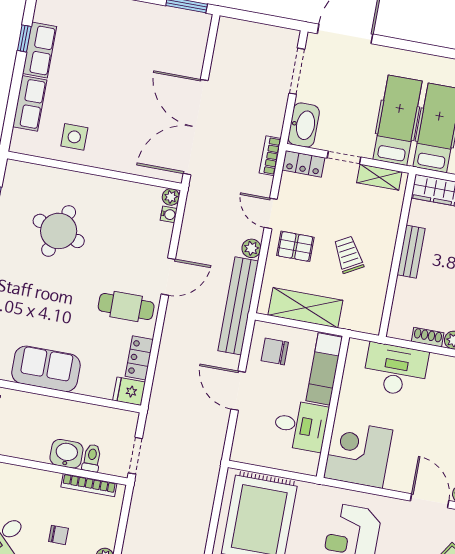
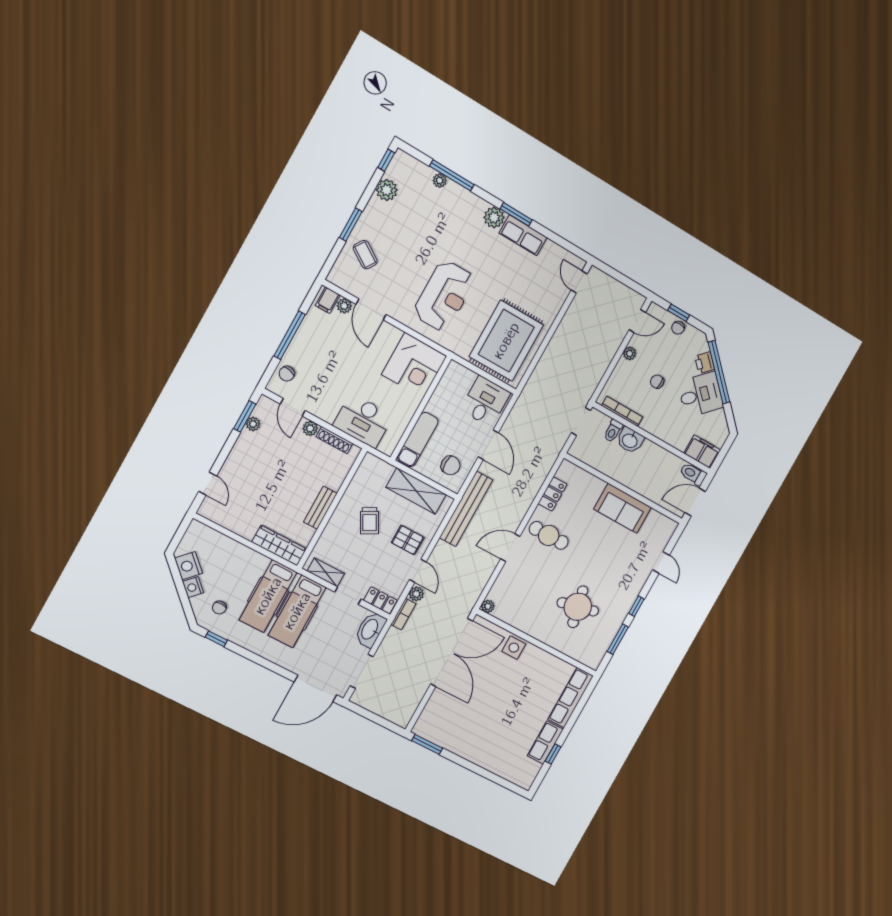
row of seats: (30, 103) -> (571, 698), width x1.48
side table: (74, 137) -> (514, 648), moved
water cooler: (169, 214) -> (494, 594), removed
round table: (59, 231) -> (578, 607), turned -31
plant: (251, 248) -> (416, 594), moved
shoe rack: (428, 337) -> (334, 440), width x1.43
fridge: (129, 391) -> (569, 472), removed
desk: (301, 426) -> (485, 401), moved, turned 90

